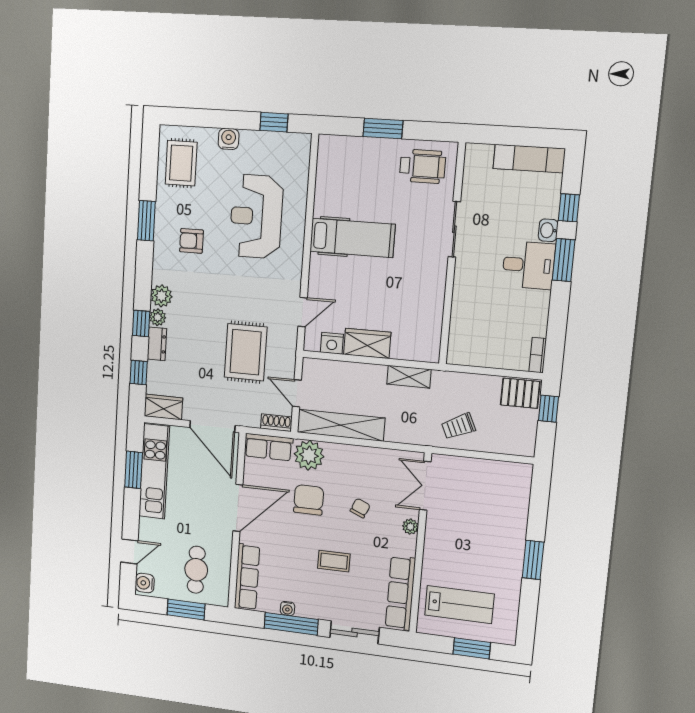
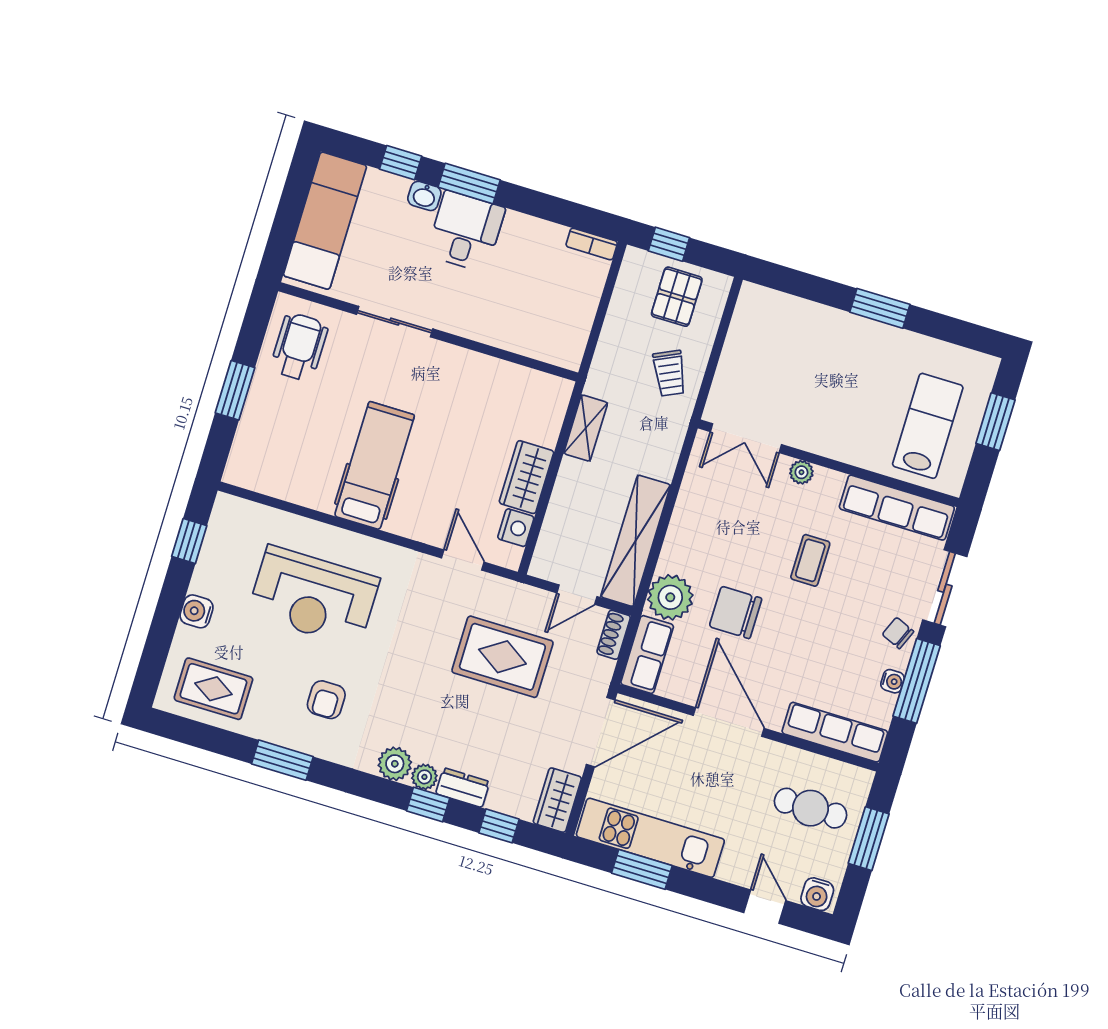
exam couch: (529, 159) -> (325, 221), width x1.36, depth x1.45
pallet: (520, 393) -> (677, 297), moved
chair: (360, 508) -> (898, 633), moved
coffee table: (334, 561) -> (810, 560), moved

